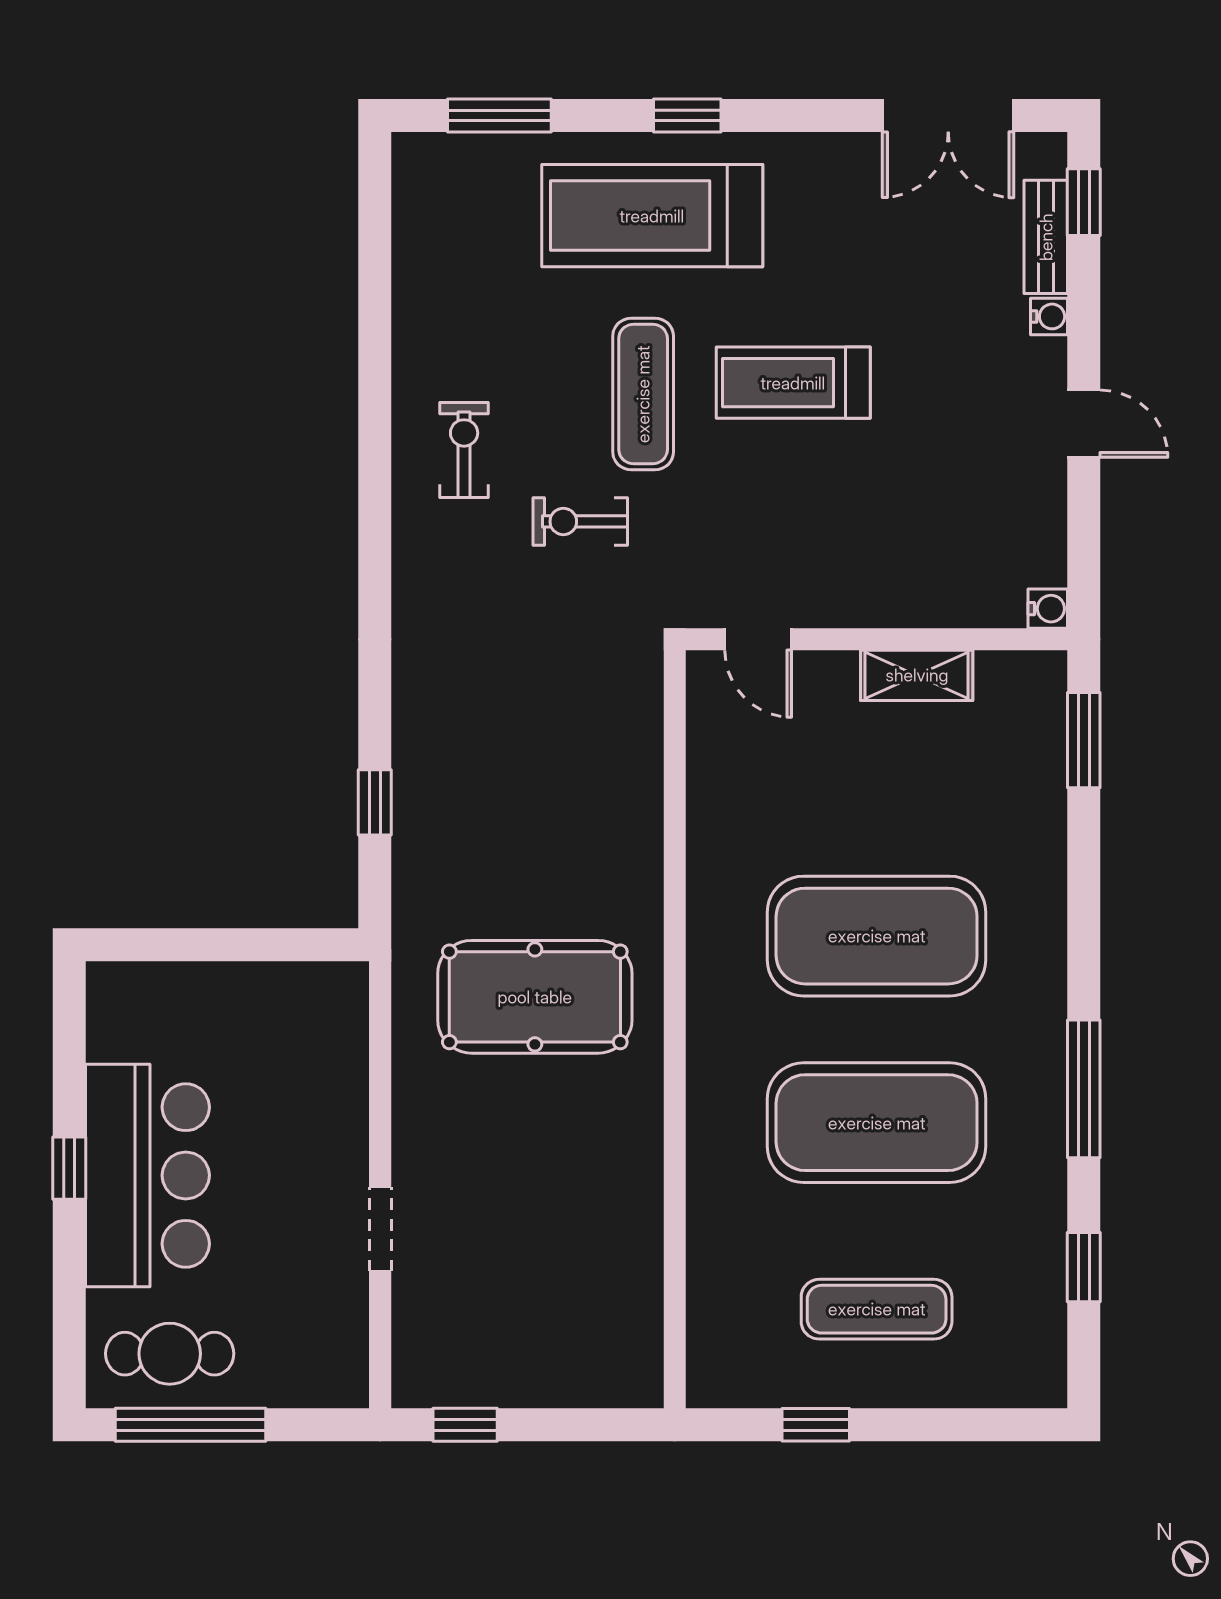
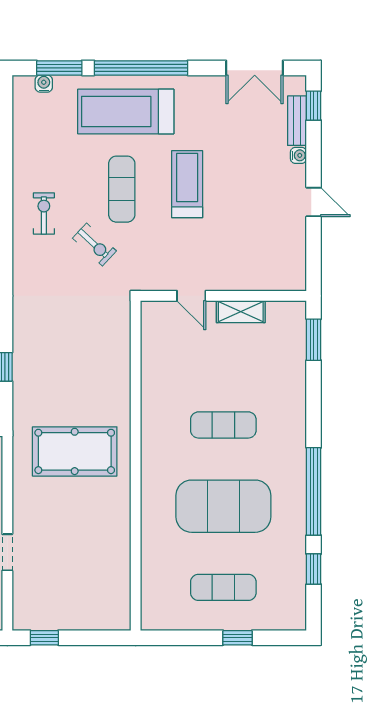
window: (687, 116) -> (141, 68), width x3.17
treadmill: (793, 383) -> (187, 184), turned 90
exercise bike: (580, 521) -> (94, 245), turned -137
water cooler: (1048, 609) -> (44, 84), moved, turned -90
door: (758, 639) -> (191, 296), moved
exercise mat: (877, 936) -> (223, 425), width x0.50, depth x0.69
window: (1084, 1089) -> (314, 491), width x1.46
window: (816, 1425) -> (237, 638), moved

